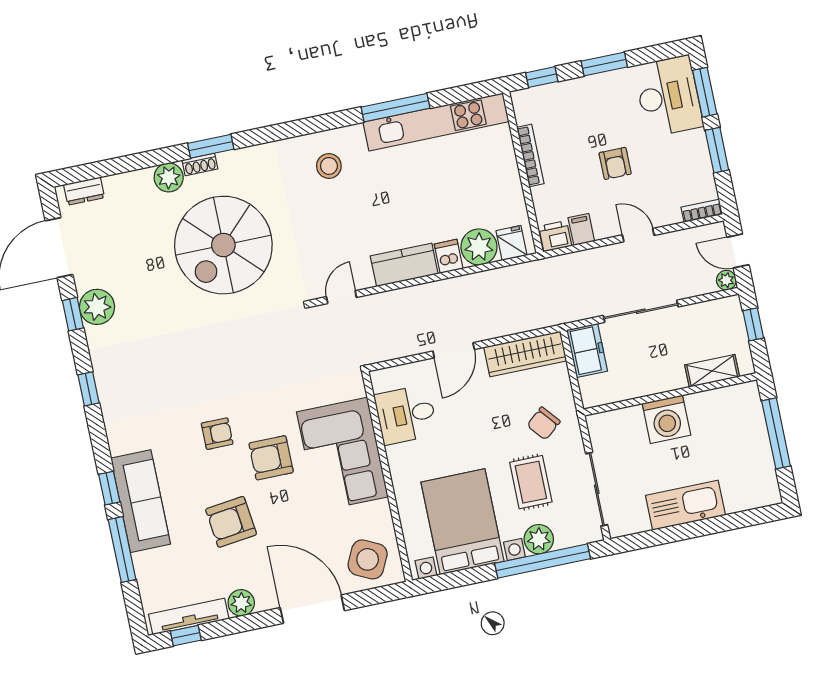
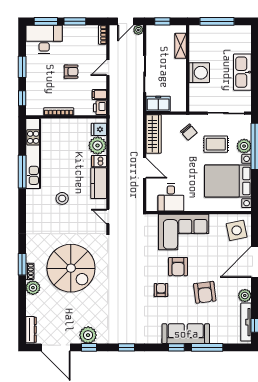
stool: (329, 166) -> (62, 198), moved
dresser: (84, 191) -> (31, 330), width x1.44
side table: (368, 559) -> (237, 230), turned -38

